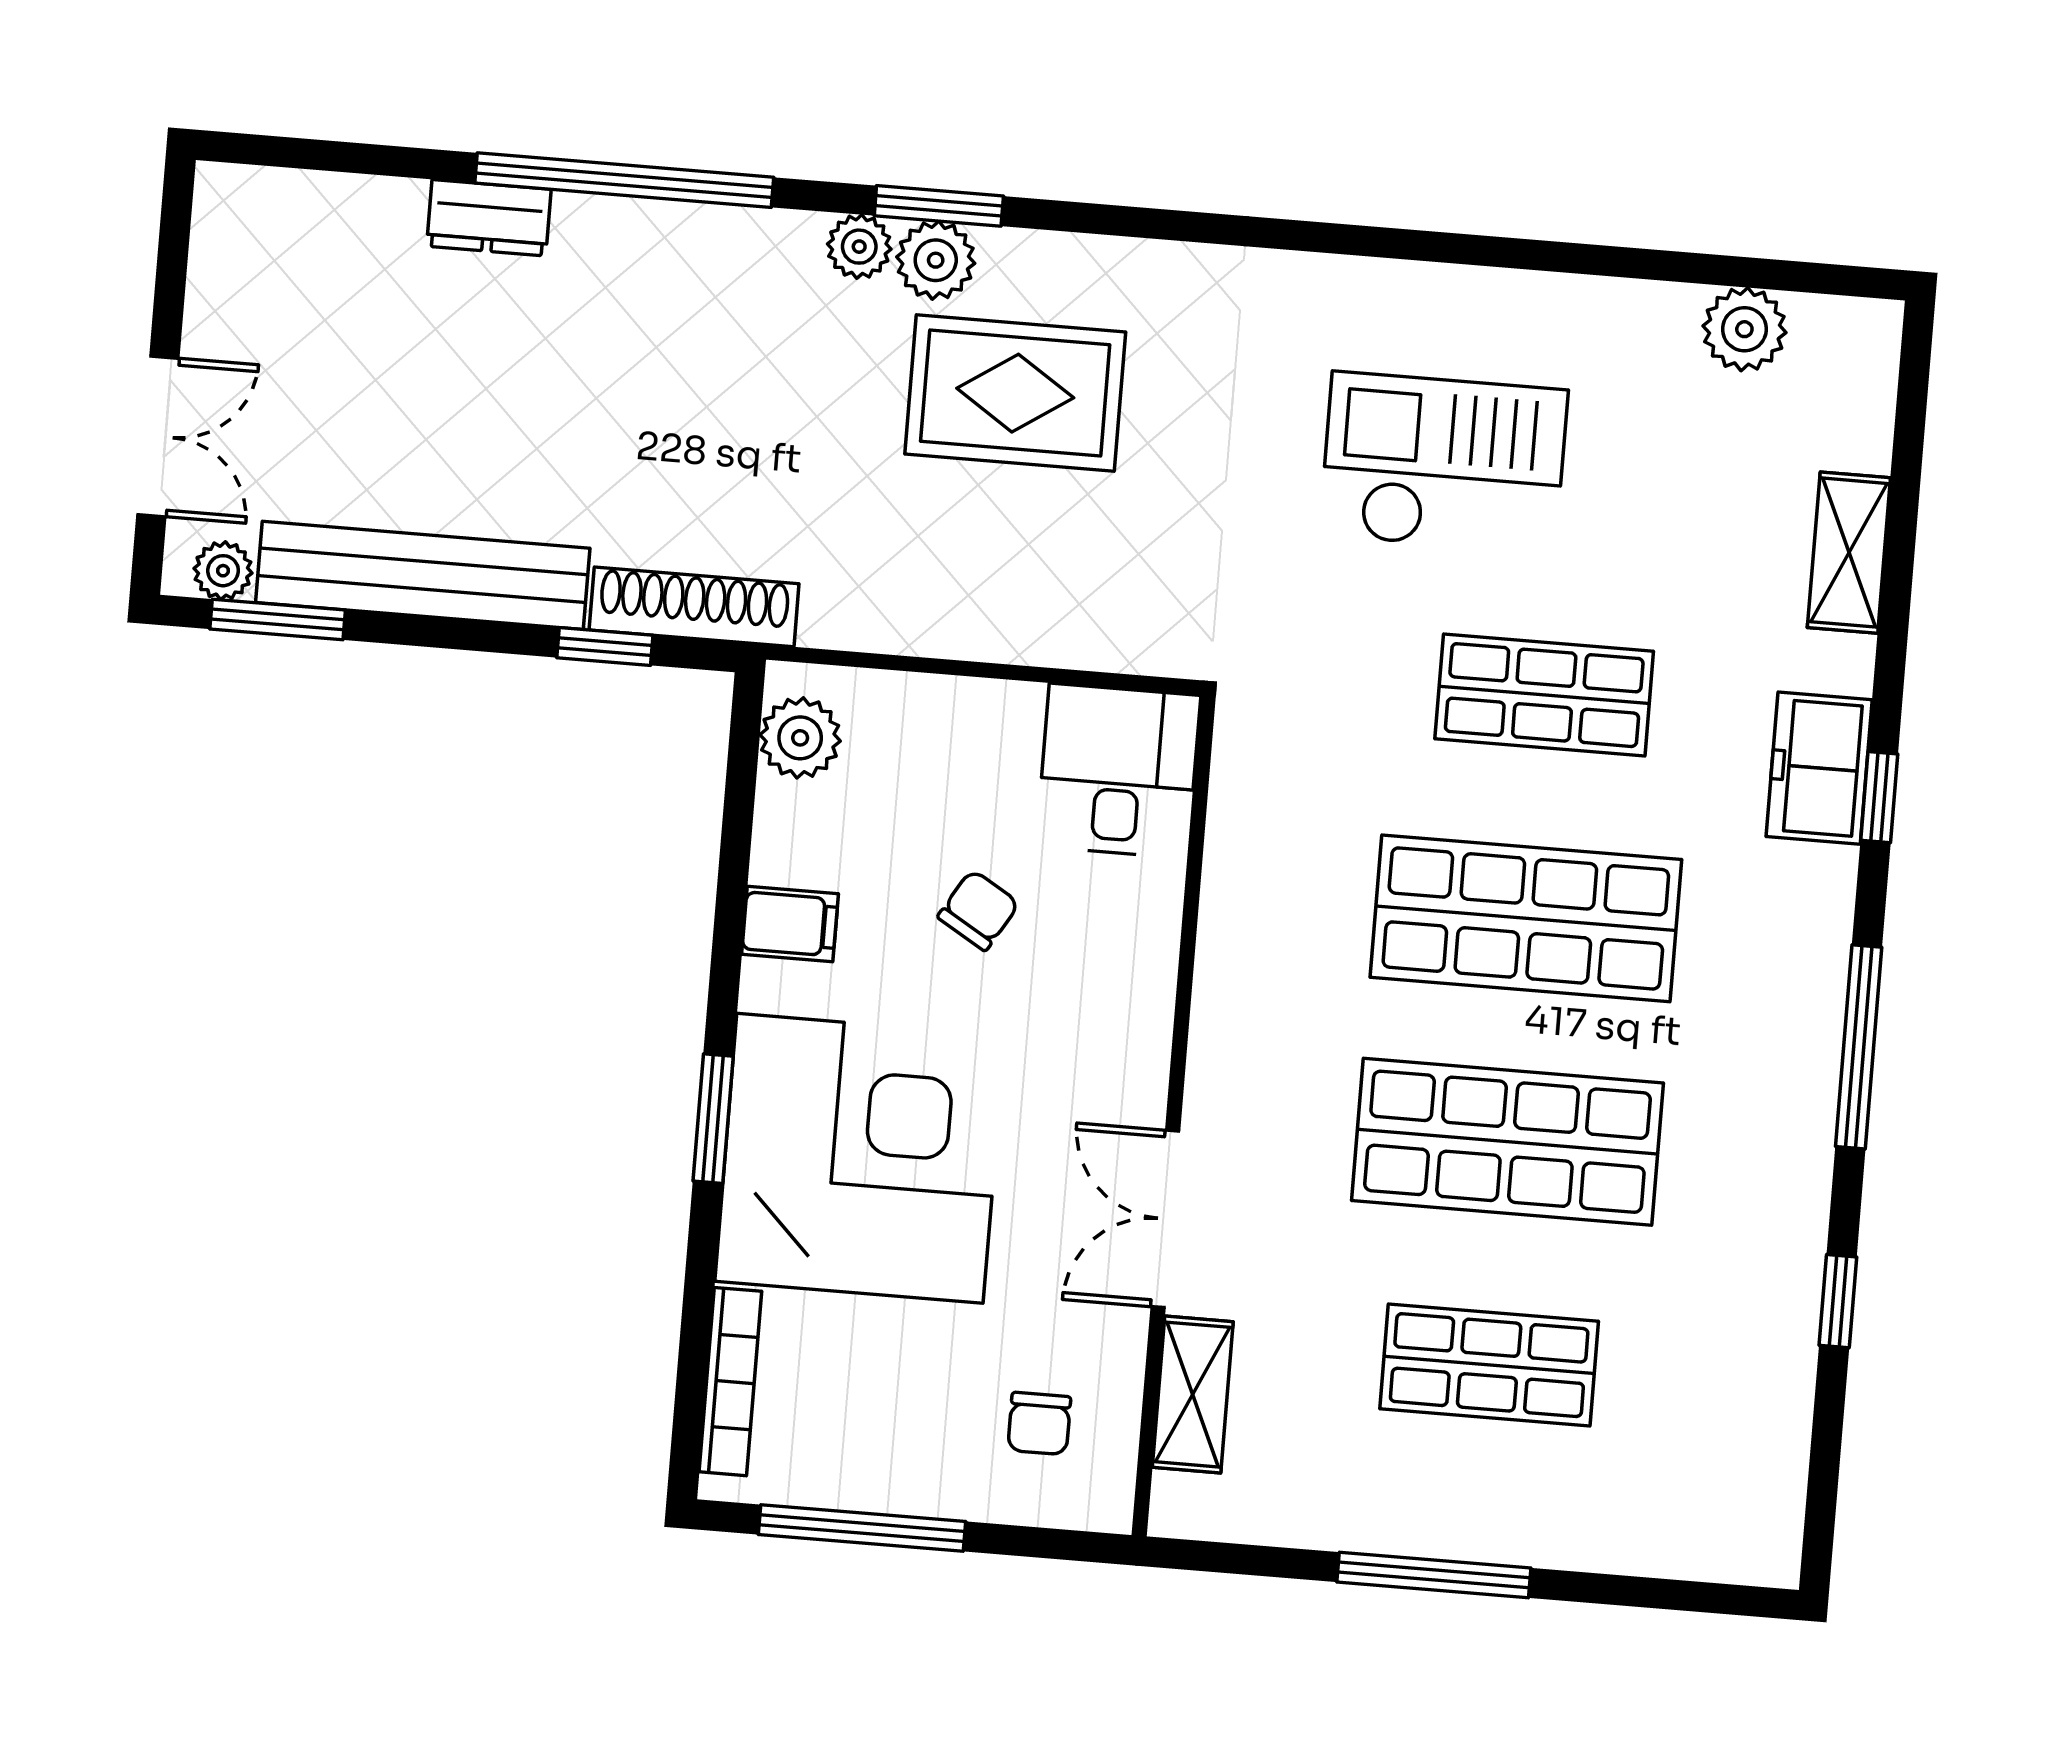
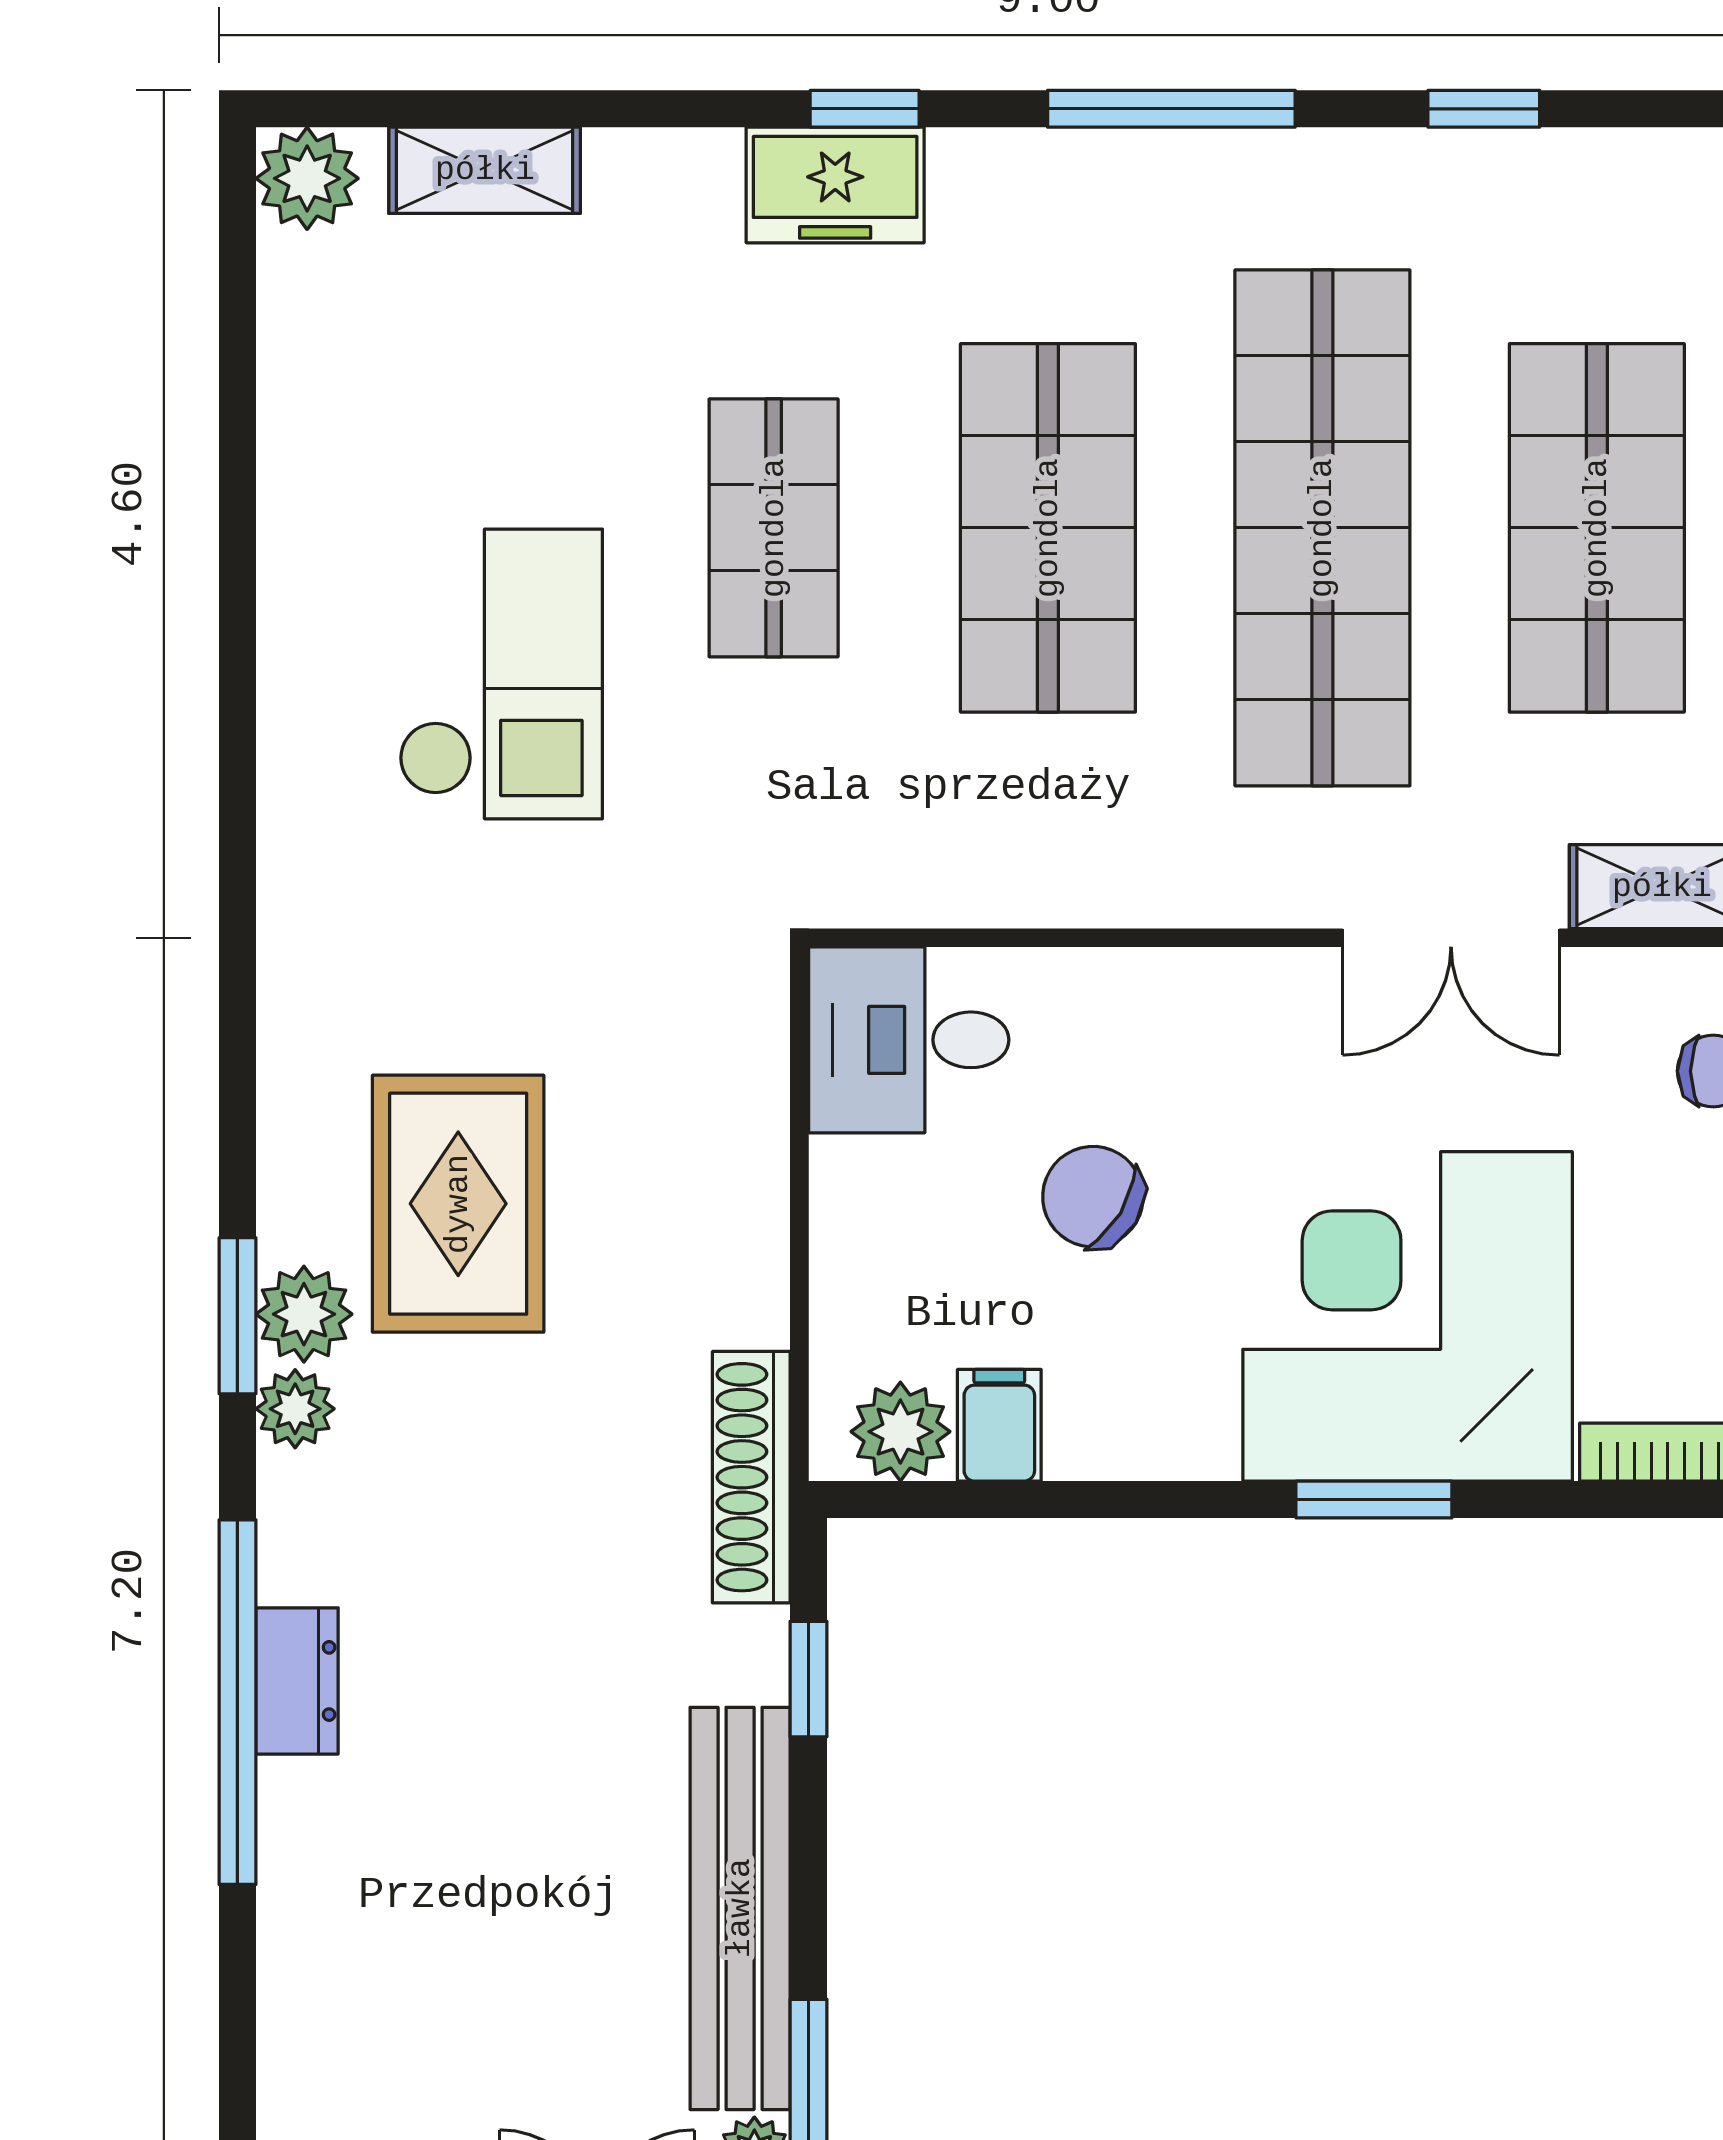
dresser: (489, 218) -> (297, 1681), moved
plant: (1744, 329) -> (307, 178), moved
checkout: (1444, 463) -> (501, 674), turned 180
shelving: (1849, 553) -> (485, 170), moved
shoe rack: (694, 607) -> (751, 1477), moved
chair: (978, 910) -> (1093, 1197), width x1.37, depth x1.37
filing cabinet: (790, 924) -> (999, 1425), moved
shop shelf: (1507, 1142) -> (1322, 528), width x1.40
shop shelf: (1489, 1365) -> (1597, 528), width x1.43, depth x1.36

